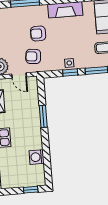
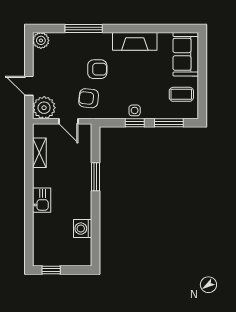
armchair: (38, 34) -> (97, 69), turned 180
window: (31, 190) -> (51, 270), moved

